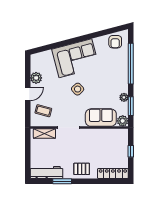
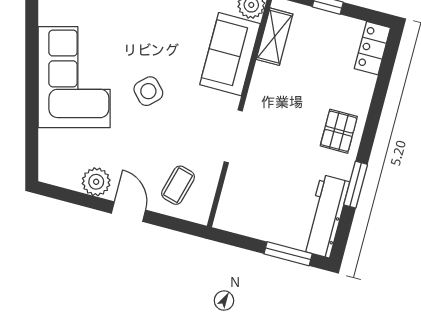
shelving: (44, 133) -> (275, 37), moved
window: (28, 162) -> (288, 254), added
locker: (113, 173) -> (372, 48), width x0.66

